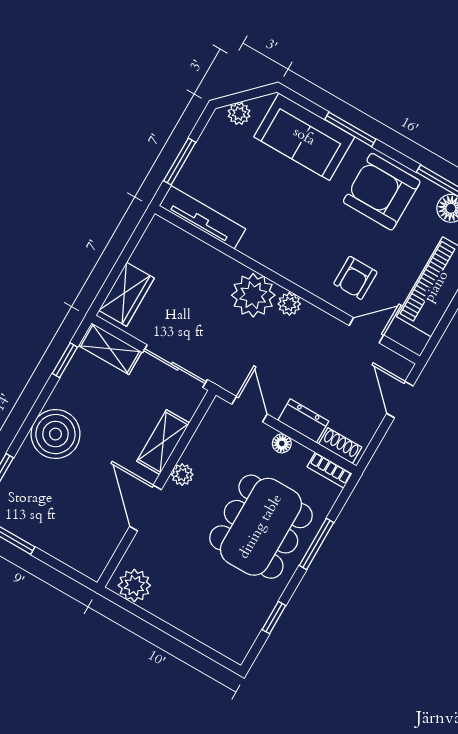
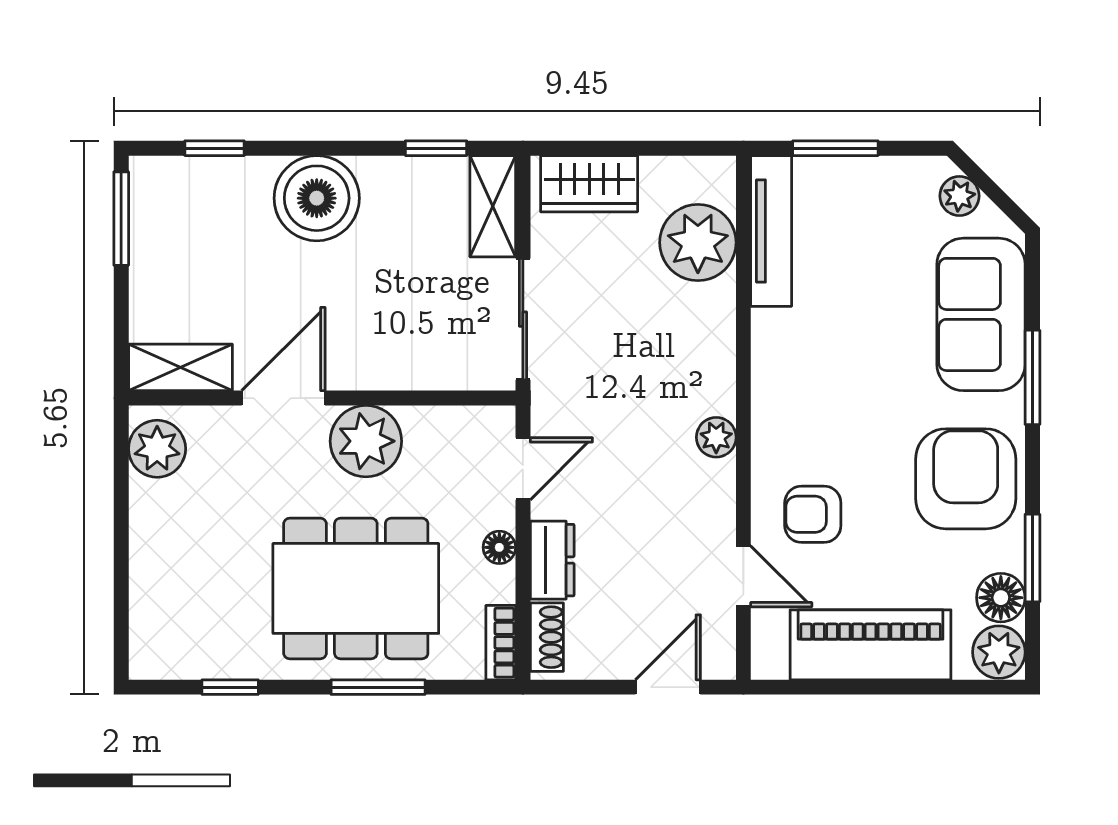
plant: (253, 295) -> (698, 243), moved
shelving: (163, 442) -> (180, 367), moved
plant: (182, 475) -> (366, 441), width x1.88, depth x1.88

